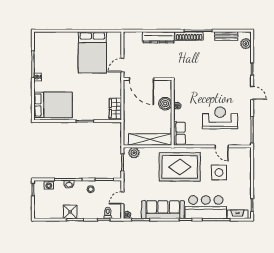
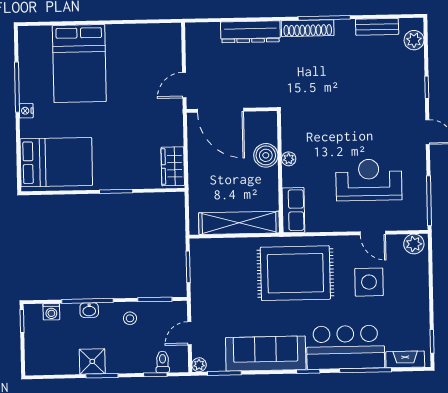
bed: (92, 52) -> (79, 64), moved
plant: (134, 153) -> (414, 244), moved

